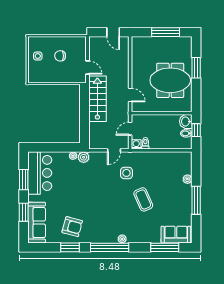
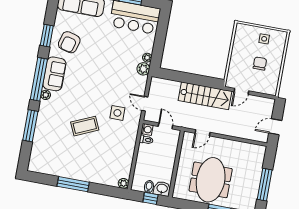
plant: (187, 179) -> (123, 183), moved
sofa: (176, 235) -> (54, 74), moved
window: (165, 247) -> (30, 126), moved

